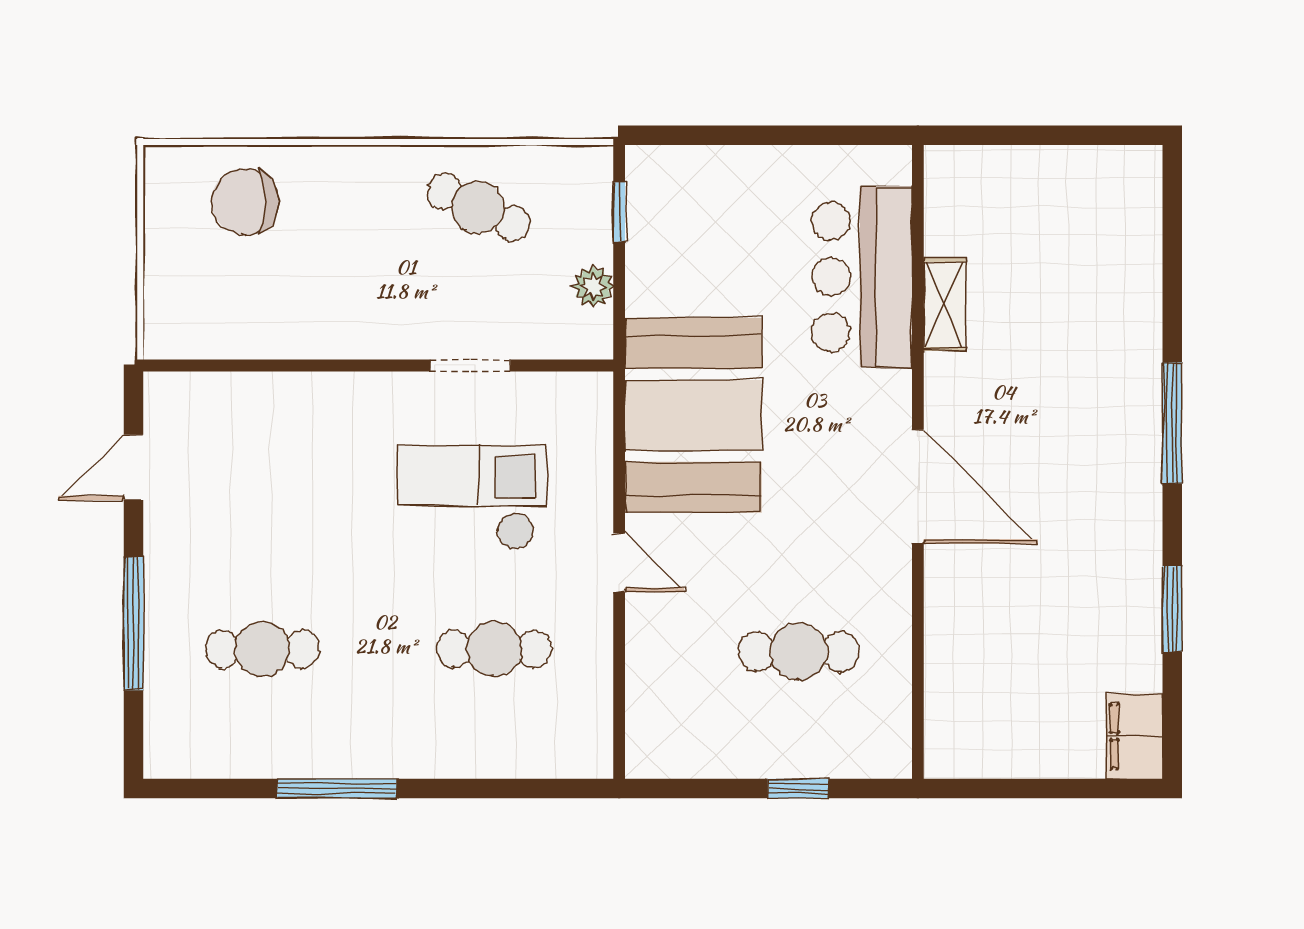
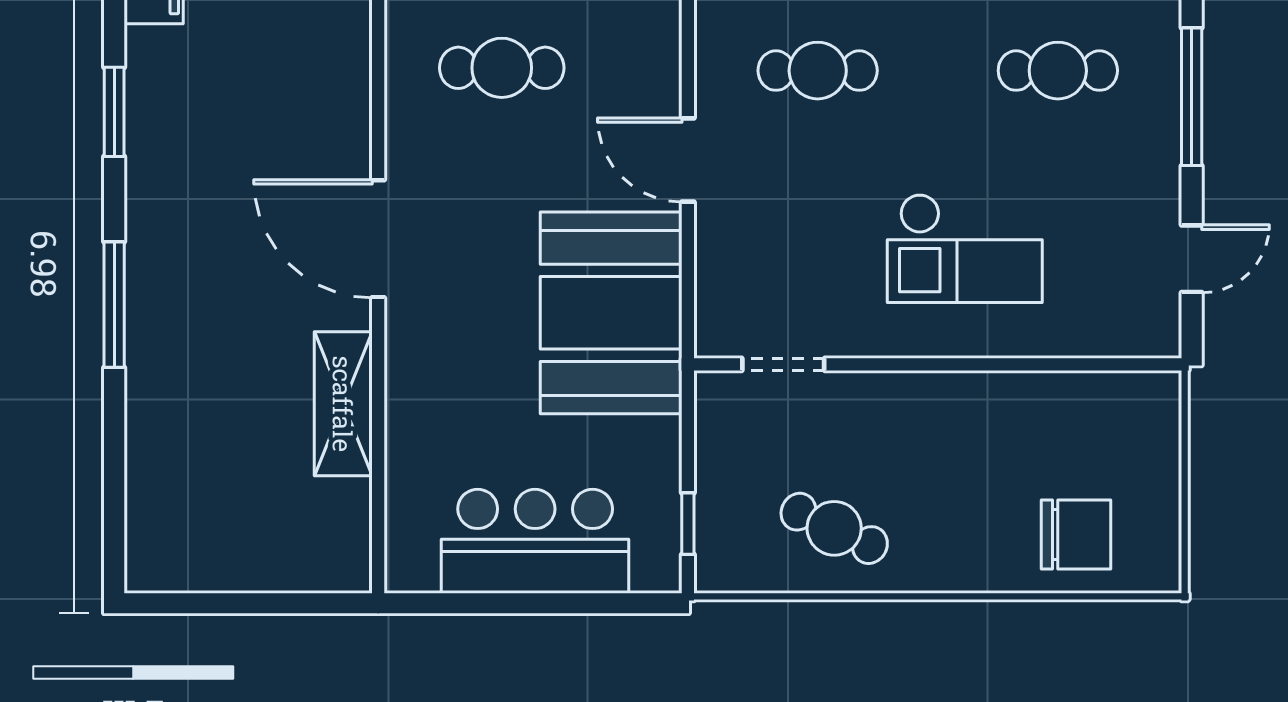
bar counter: (862, 277) -> (535, 541), moved, turned -90
plant: (593, 286) -> (715, 446), removed
shelving: (945, 304) -> (343, 404), width x1.50, depth x1.33
doorway: (471, 366) -> (783, 364), moved
checkout: (472, 497) -> (965, 248), moved
door: (619, 563) -> (688, 160), width x1.38

